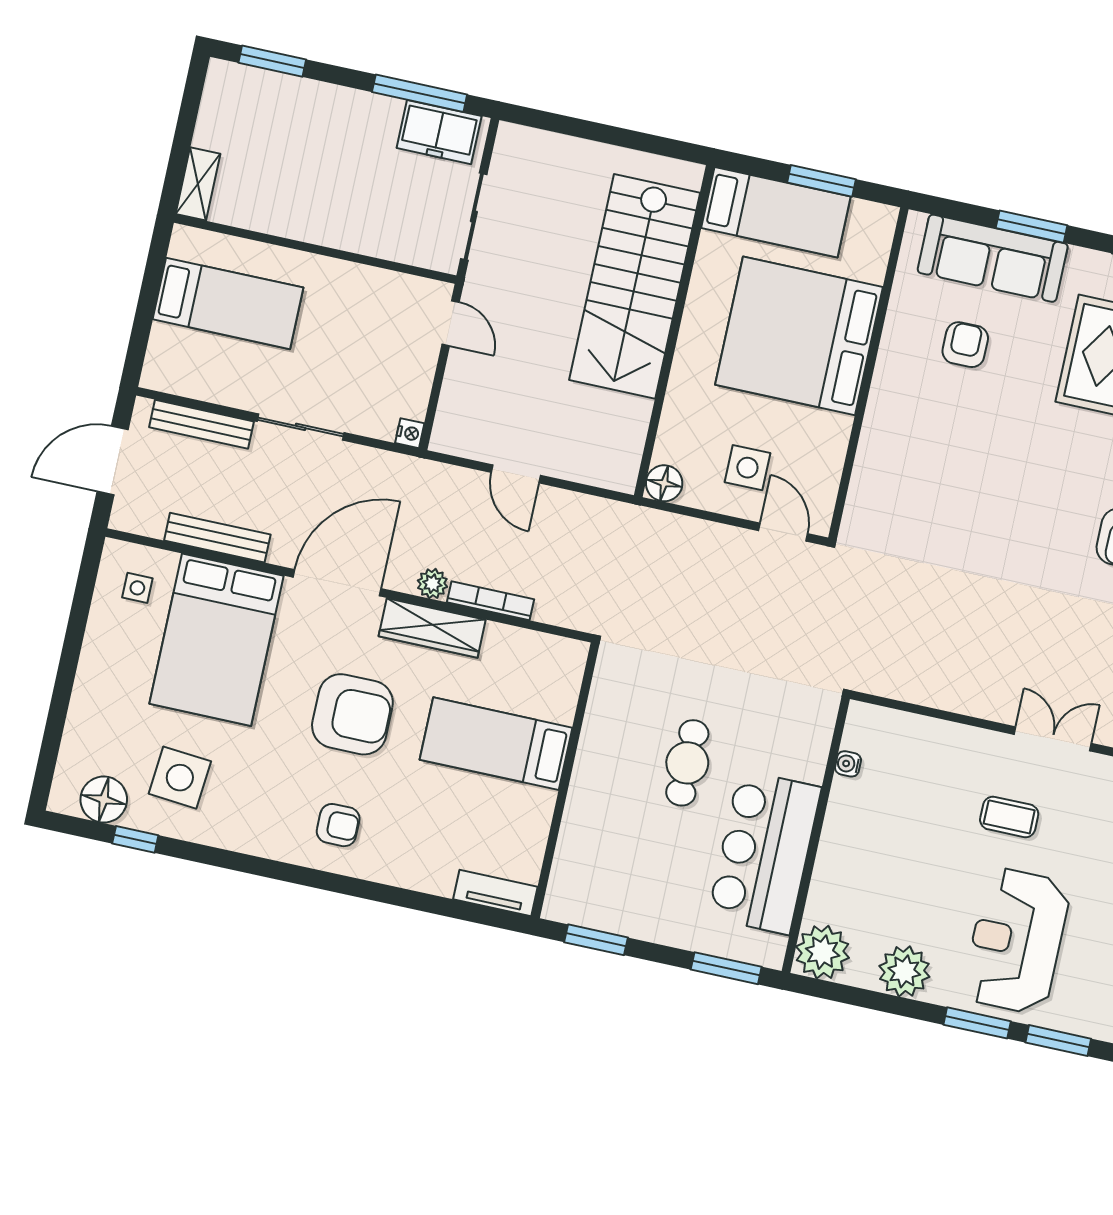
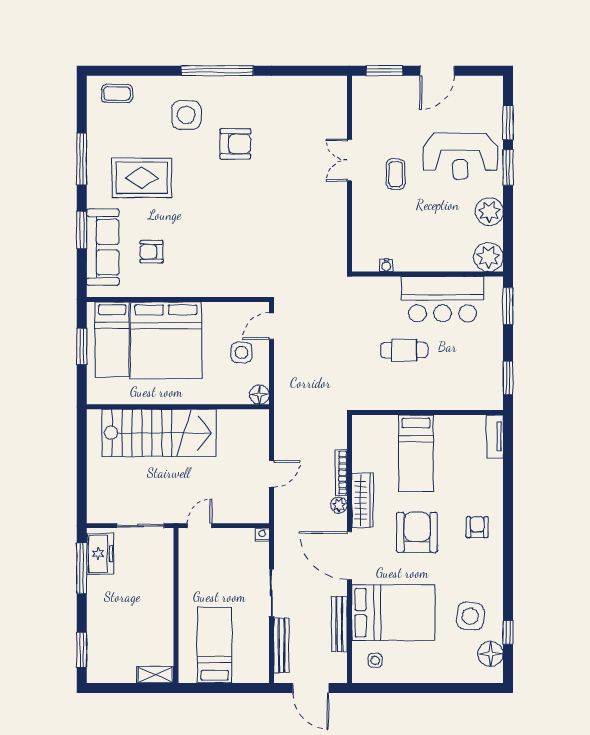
bed: (776, 212) -> (112, 339), moved, turned 180

